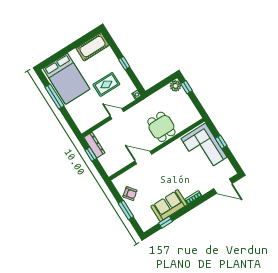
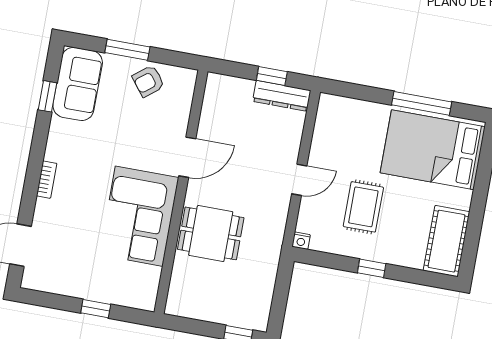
plant: (176, 86) -> (257, 318), removed
corner sofa: (204, 148) -> (139, 216), moved, turned -90
sofa: (169, 206) -> (78, 84), moved

